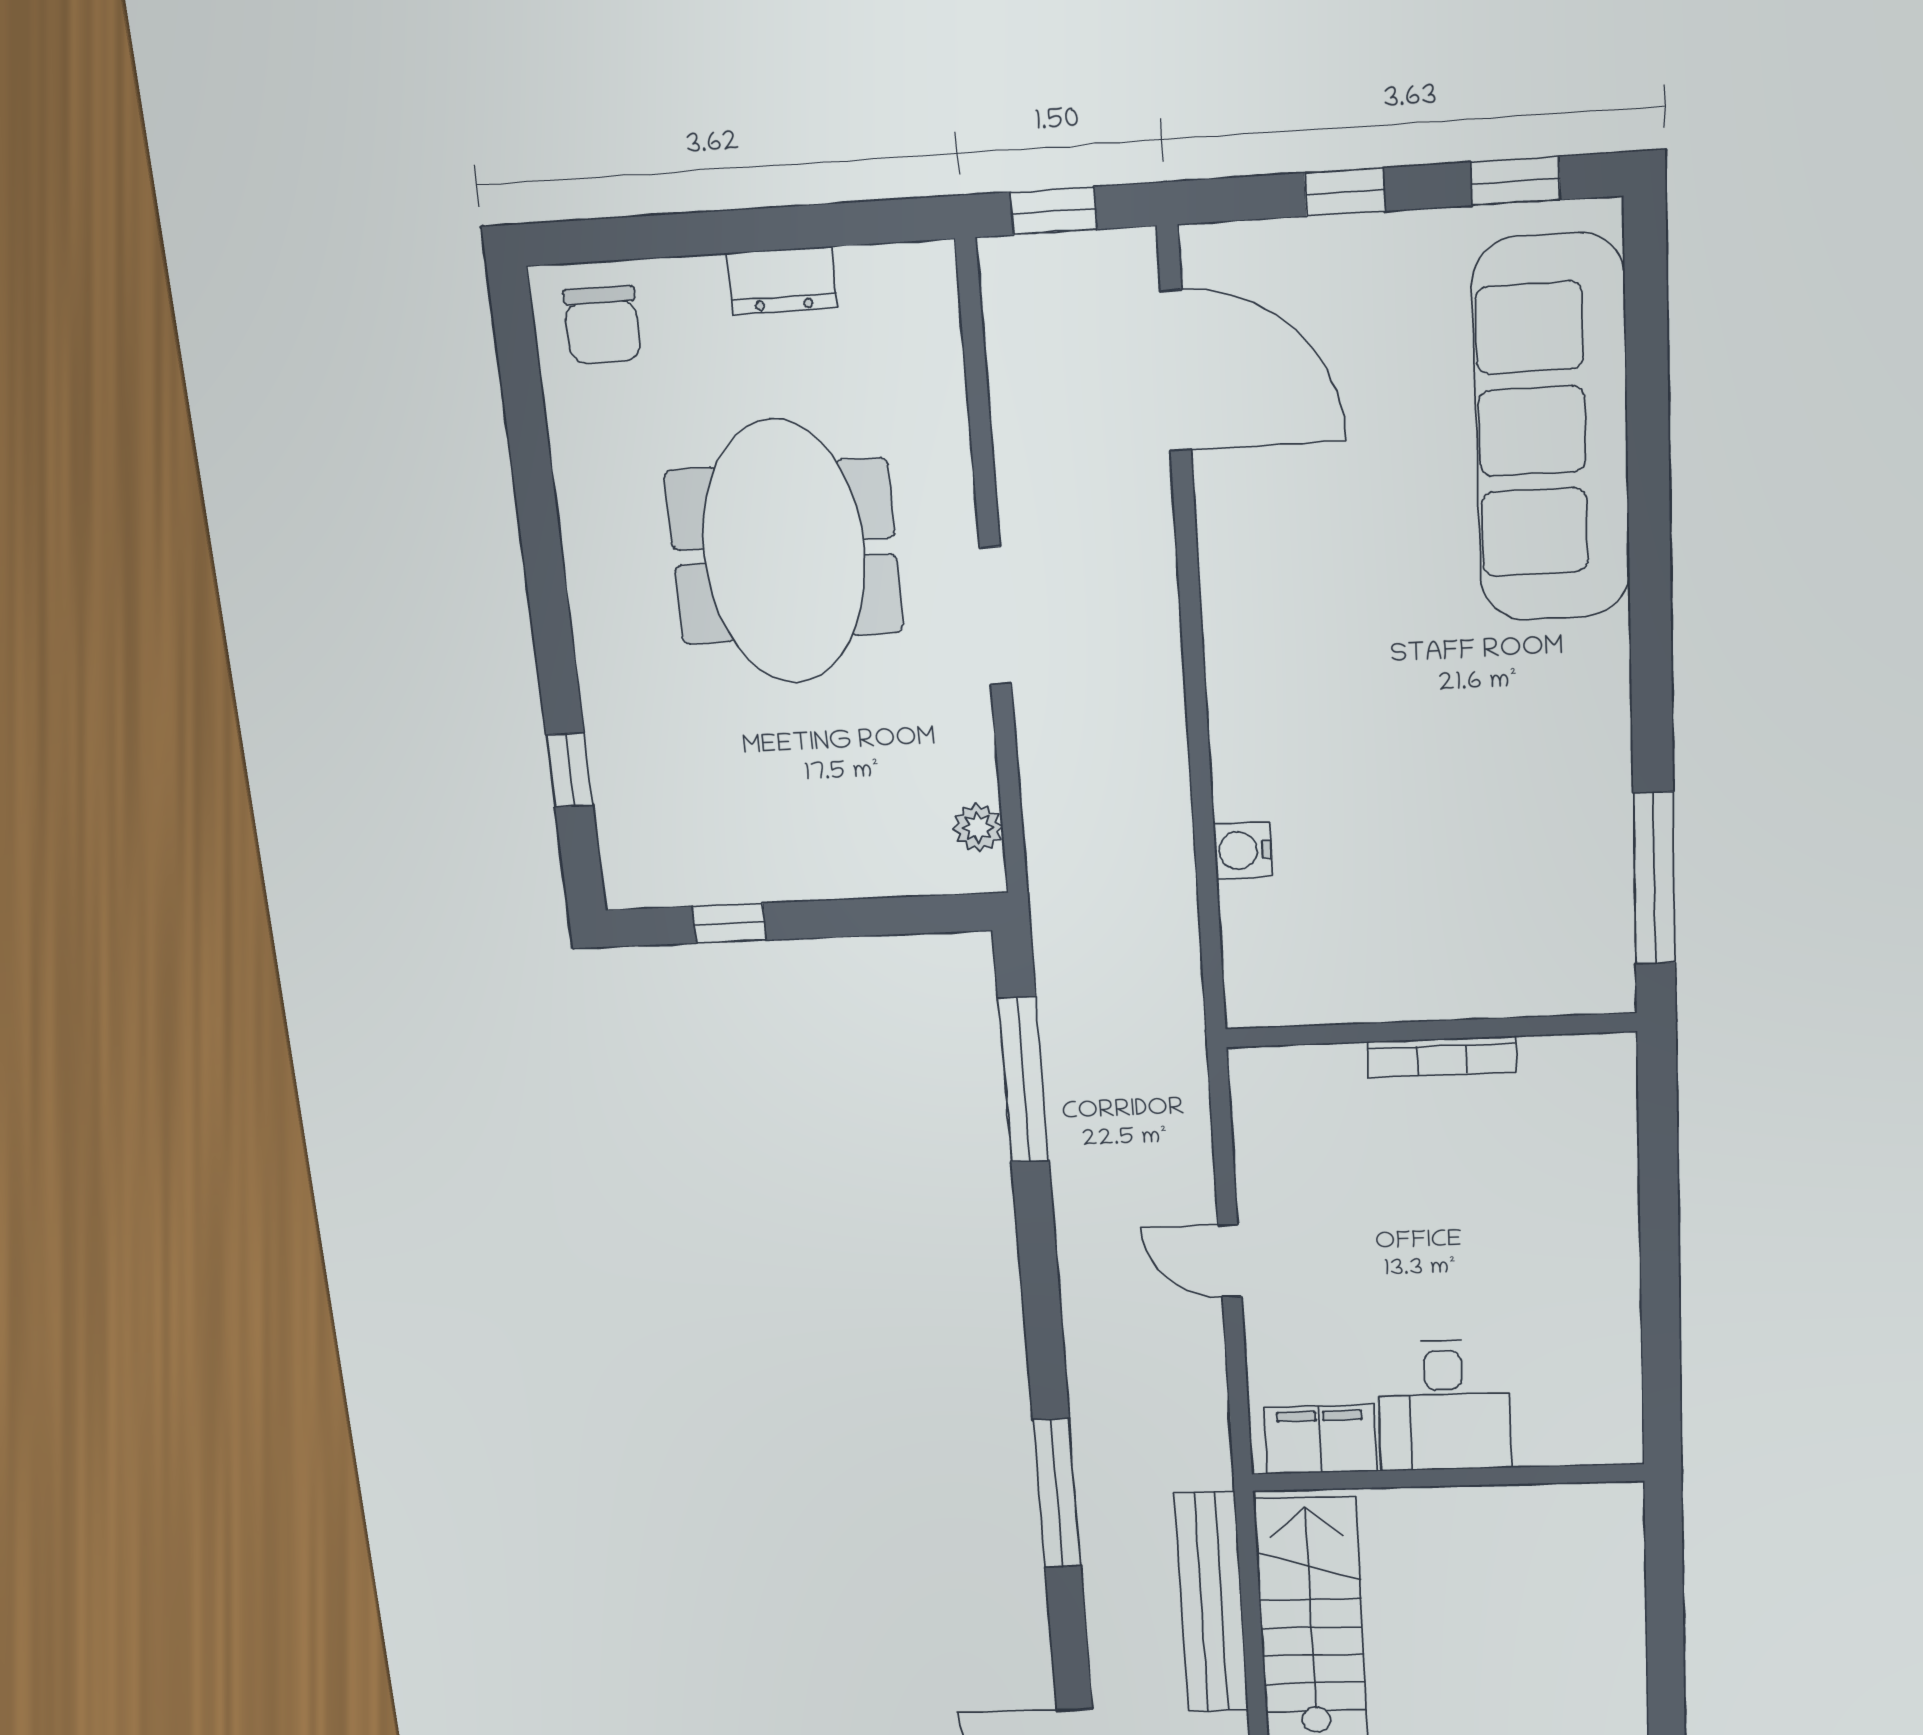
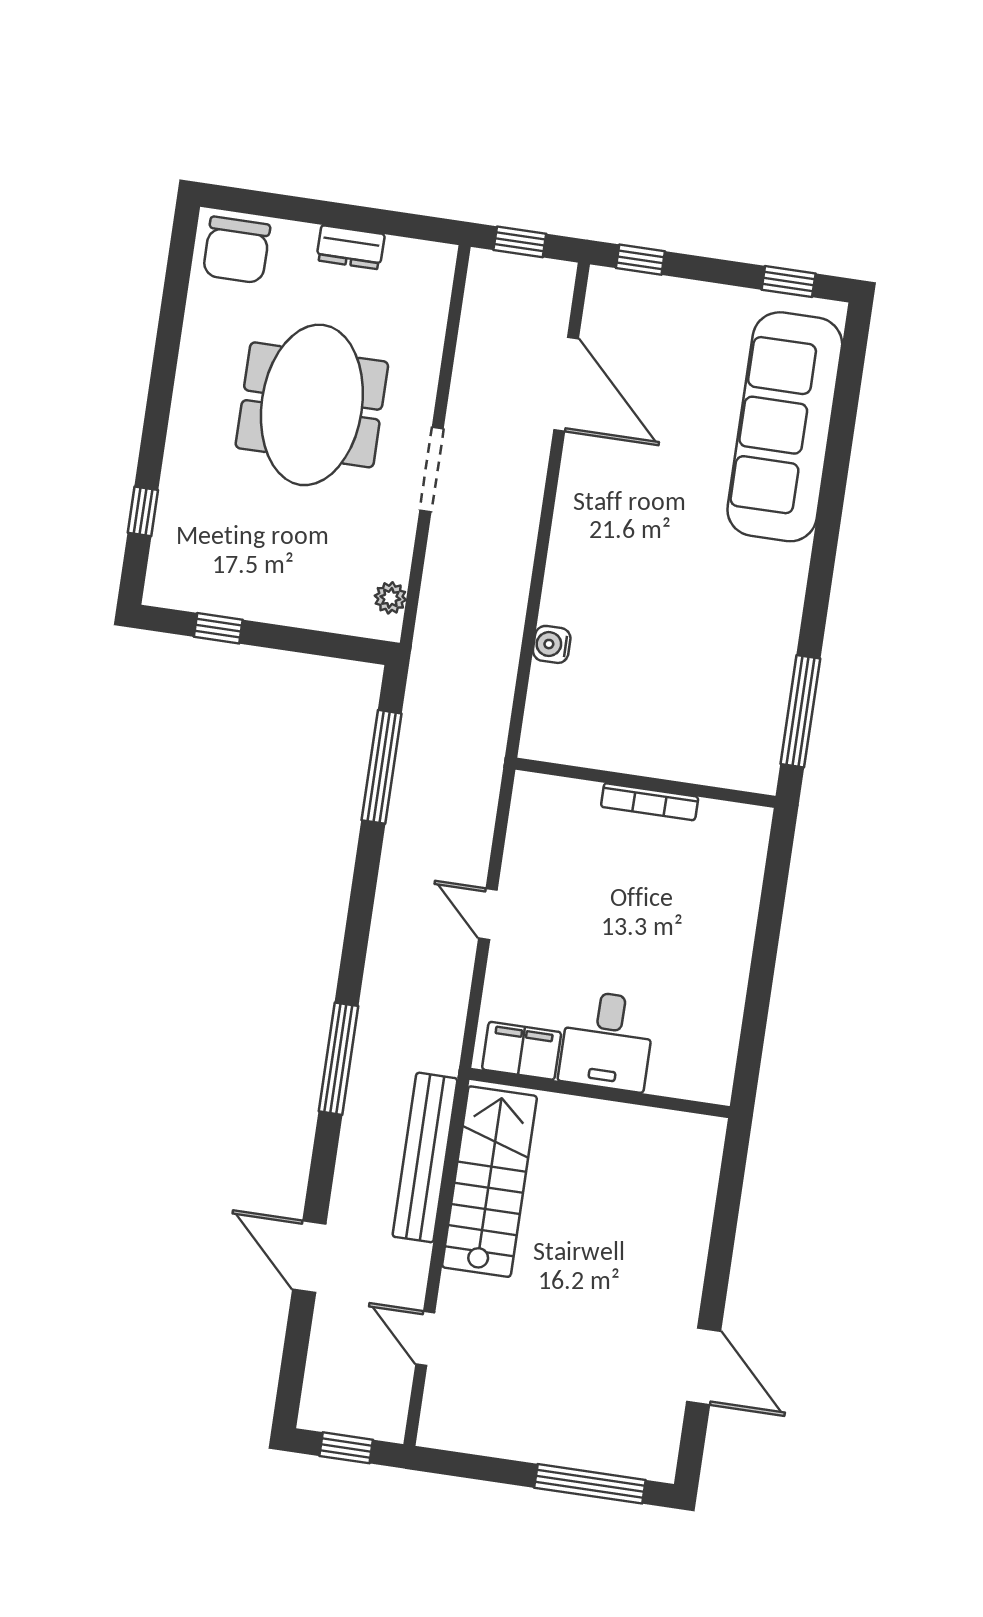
window: (1345, 192) -> (640, 260), moved
chair: (602, 325) -> (236, 250), width x1.37, depth x1.37
door: (1176, 371) -> (566, 384), moved

